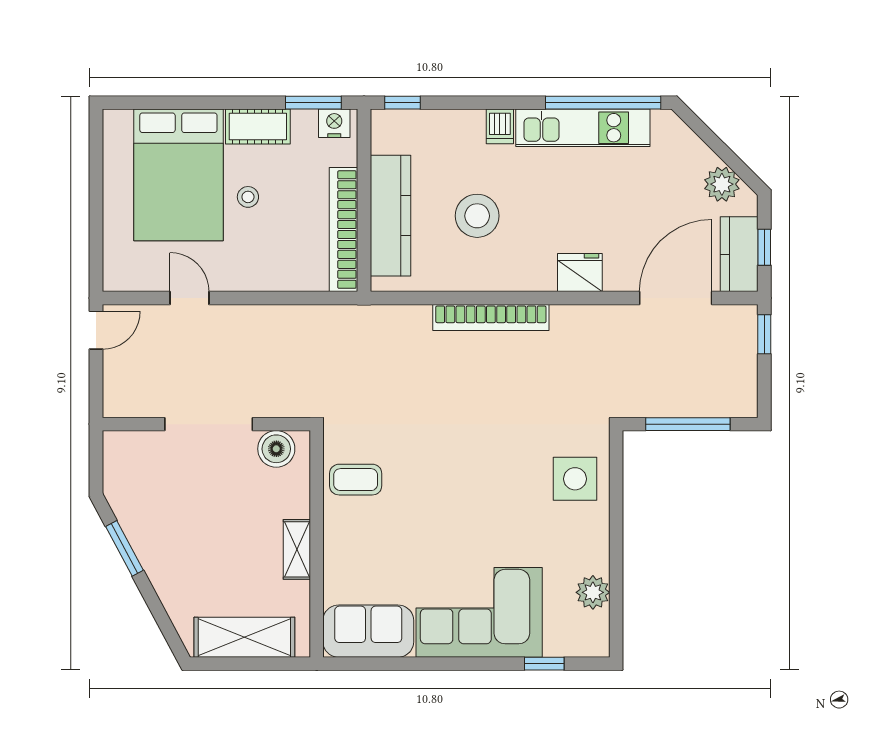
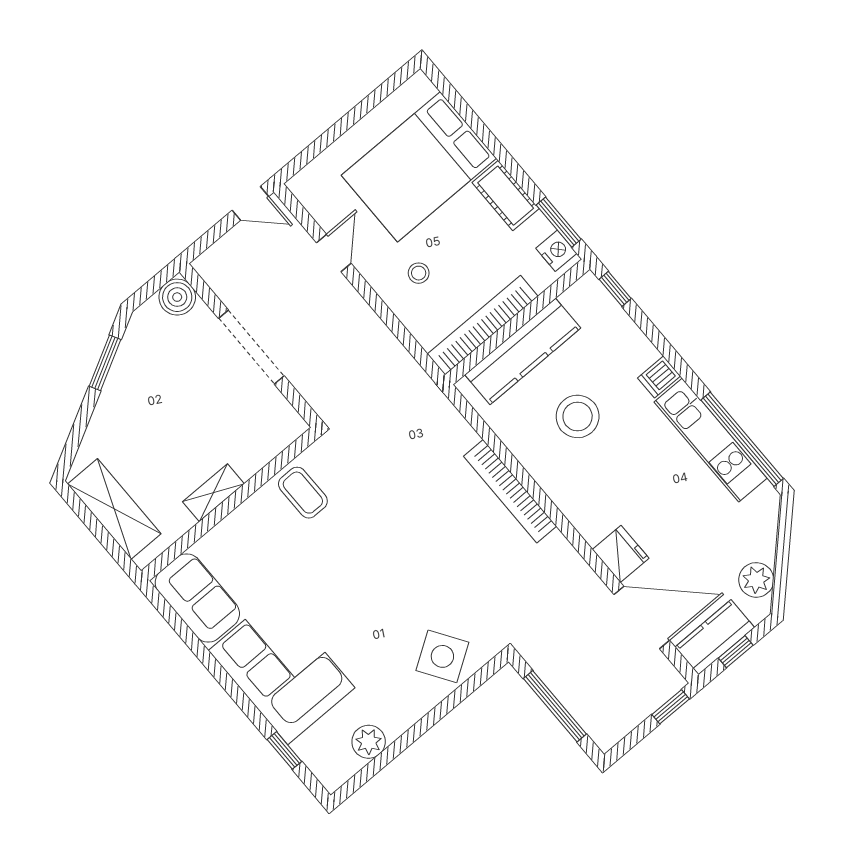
stool: (248, 197) -> (419, 273), moved
fridge: (580, 273) -> (621, 554), moved
boiler: (276, 449) -> (177, 297), moved
side table: (575, 479) -> (442, 656), turned -33

